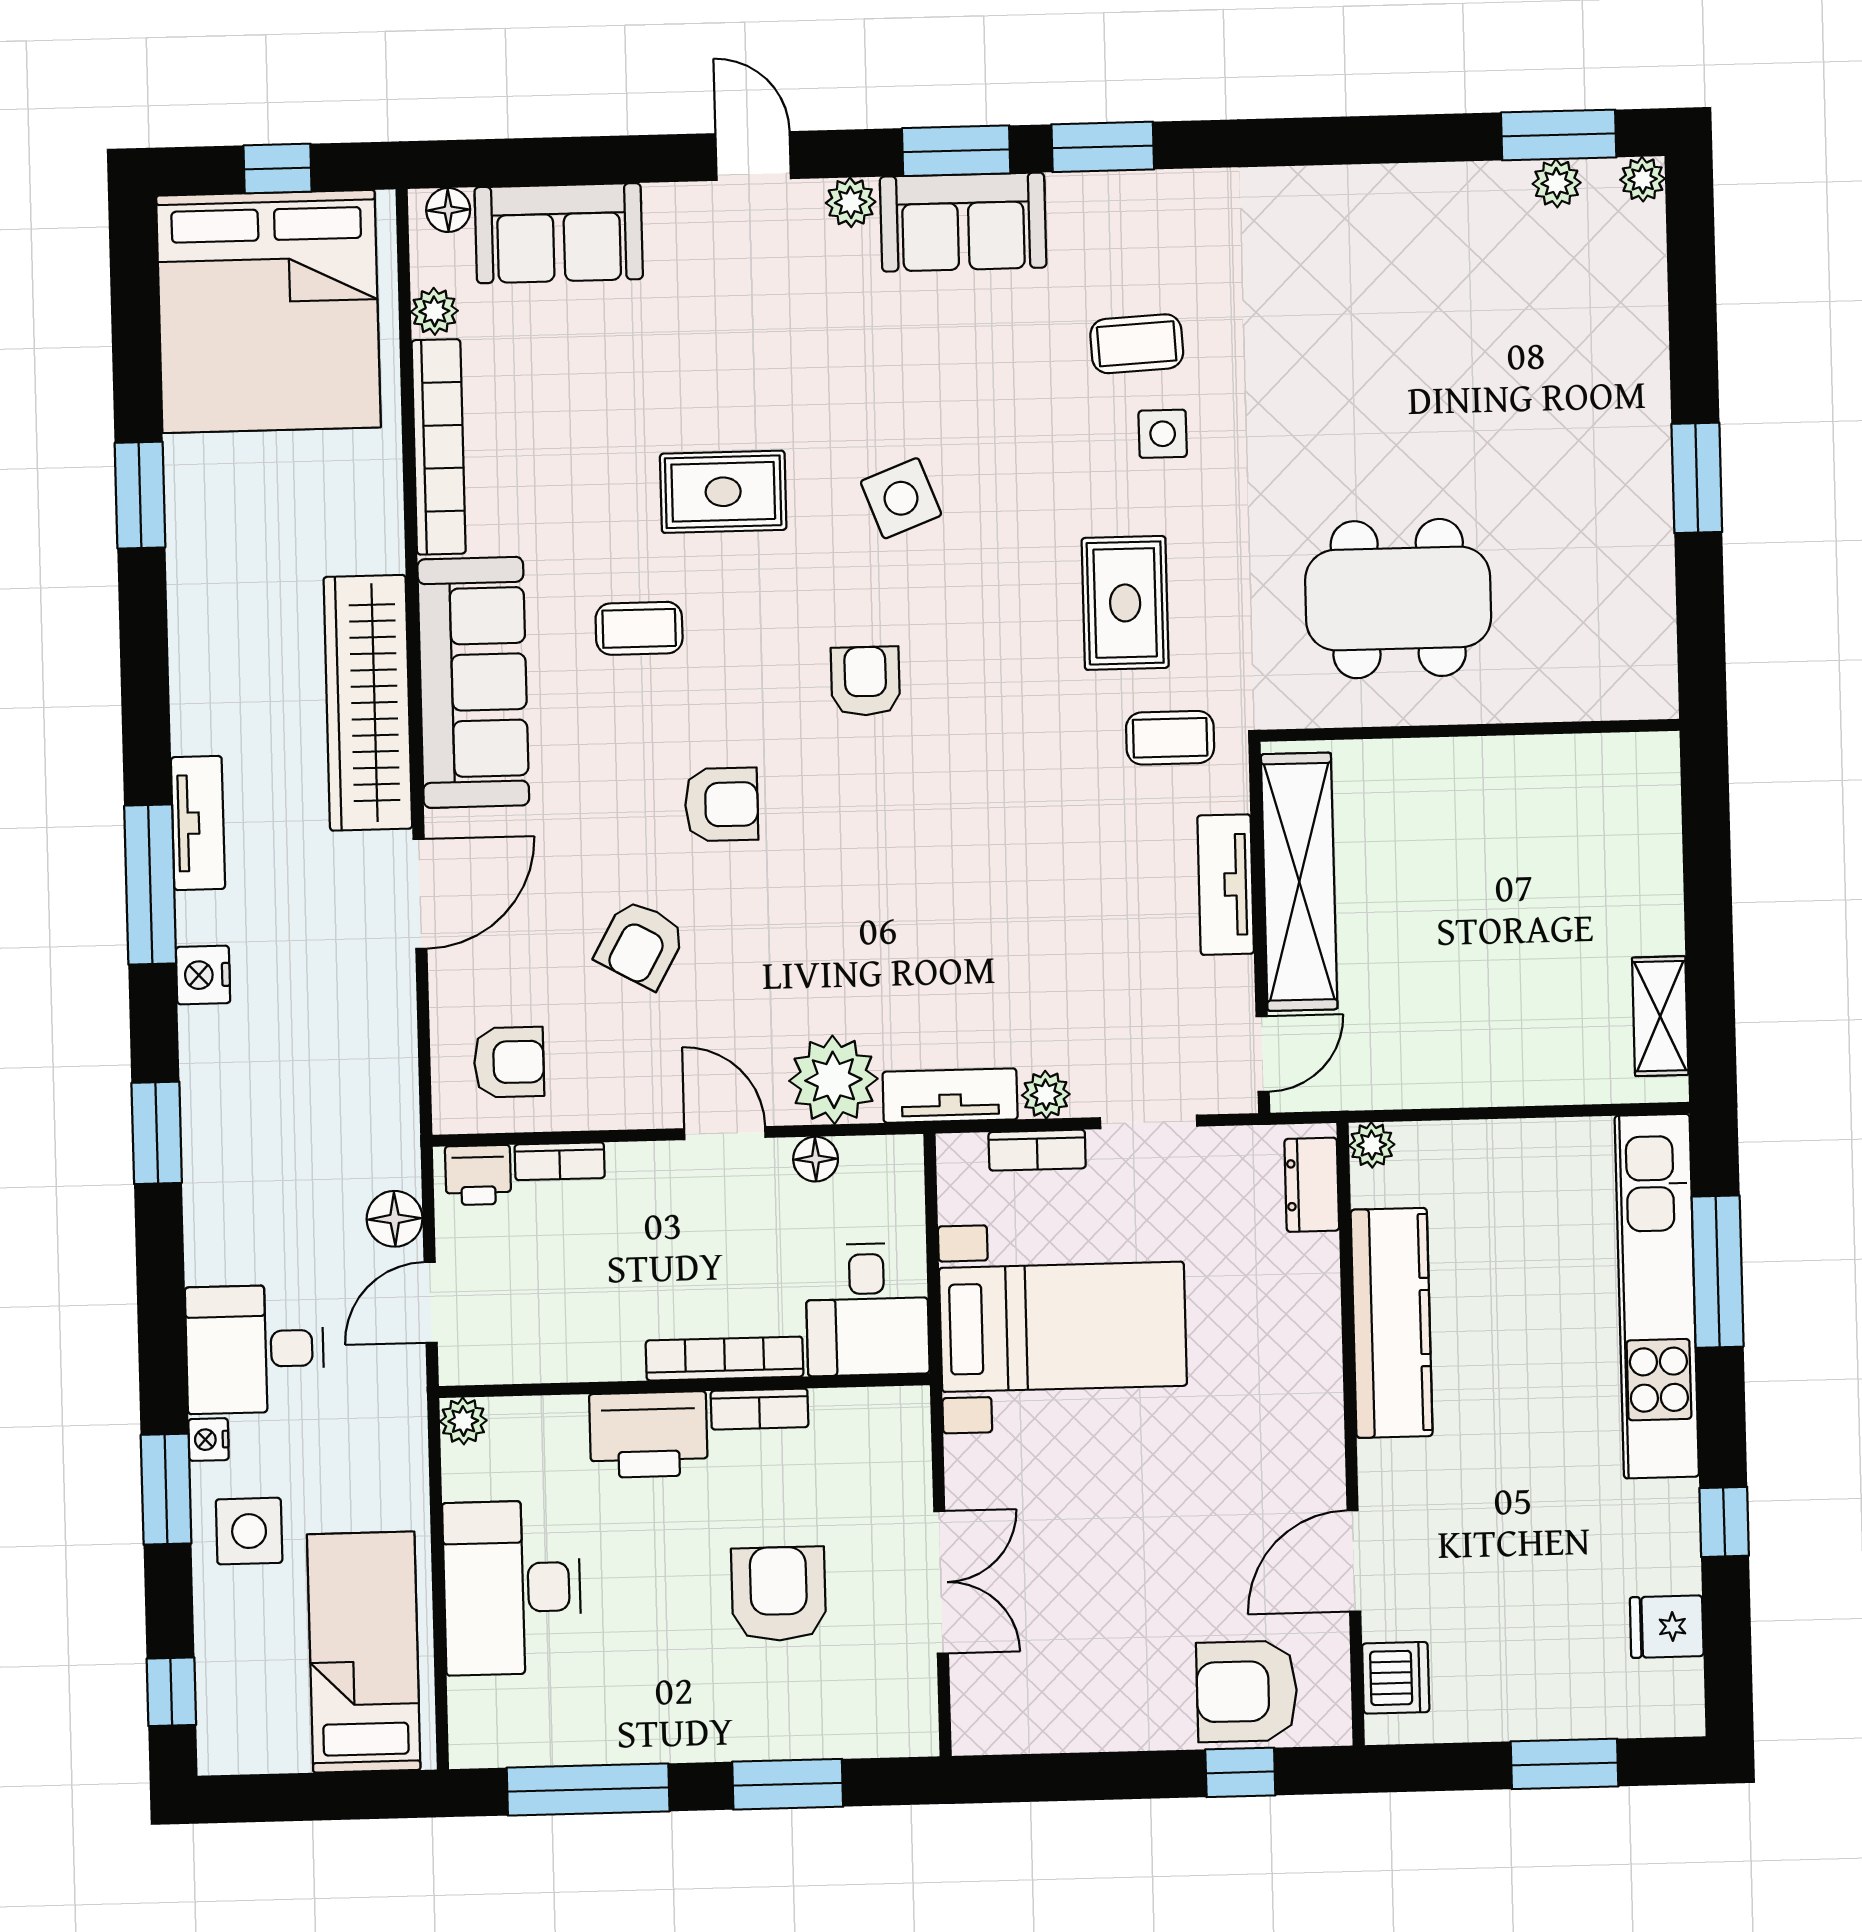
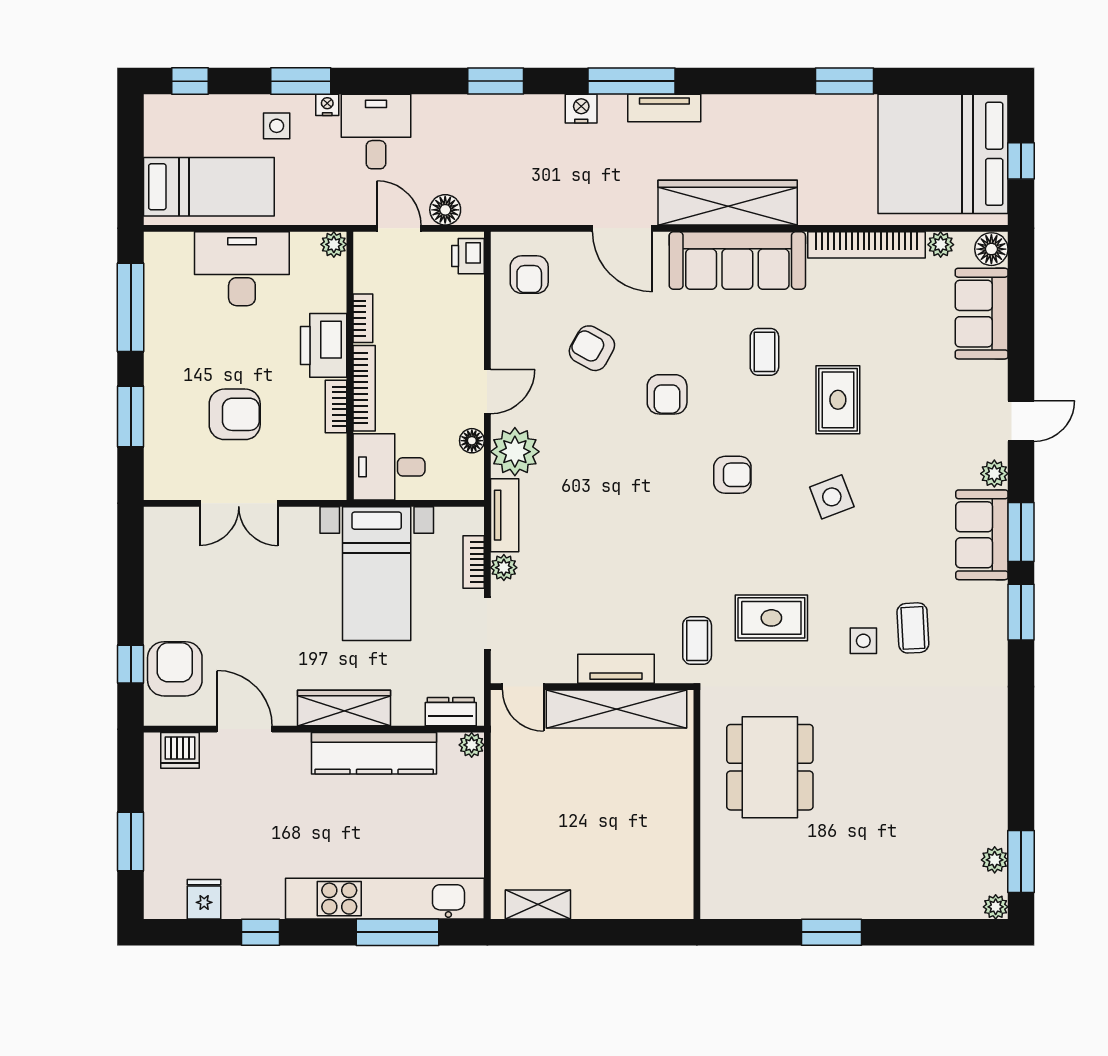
floor lamp: (448, 210) -> (991, 249), width x1.37, depth x1.37
bookcase: (560, 1161) -> (363, 318), moved, turned 180
wardrobe: (1310, 1380) -> (344, 708), added
side table: (249, 1531) -> (277, 126), width x0.73, depth x0.73

